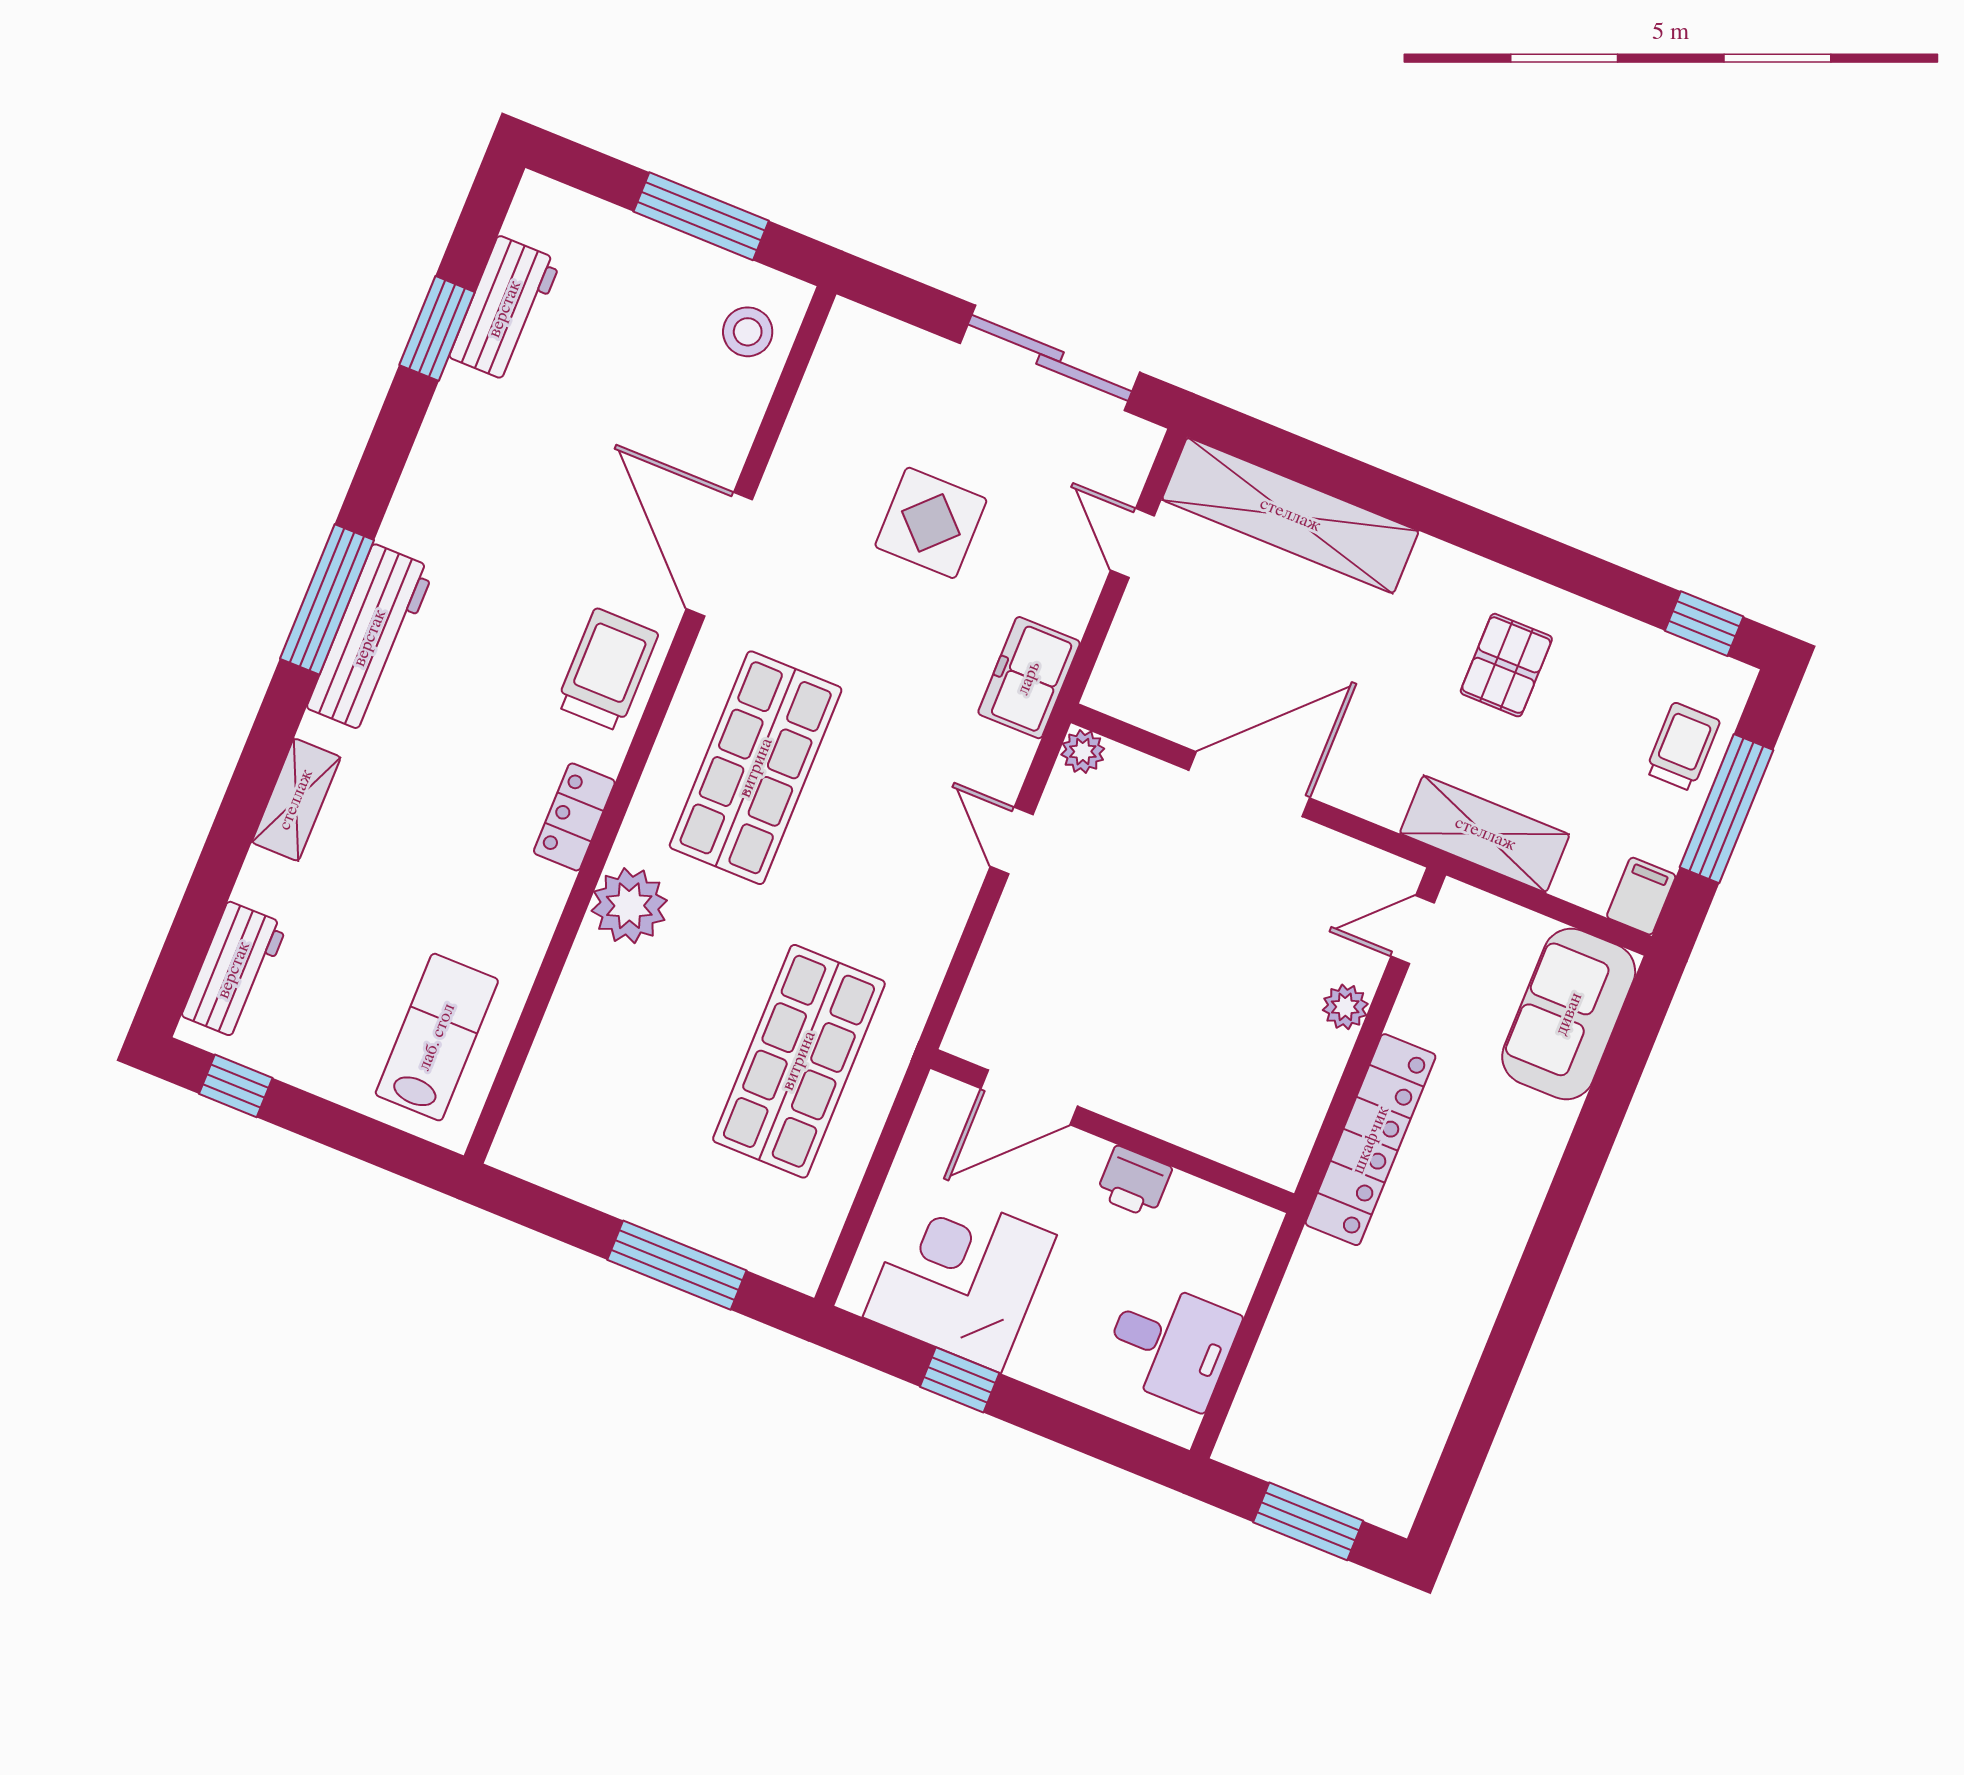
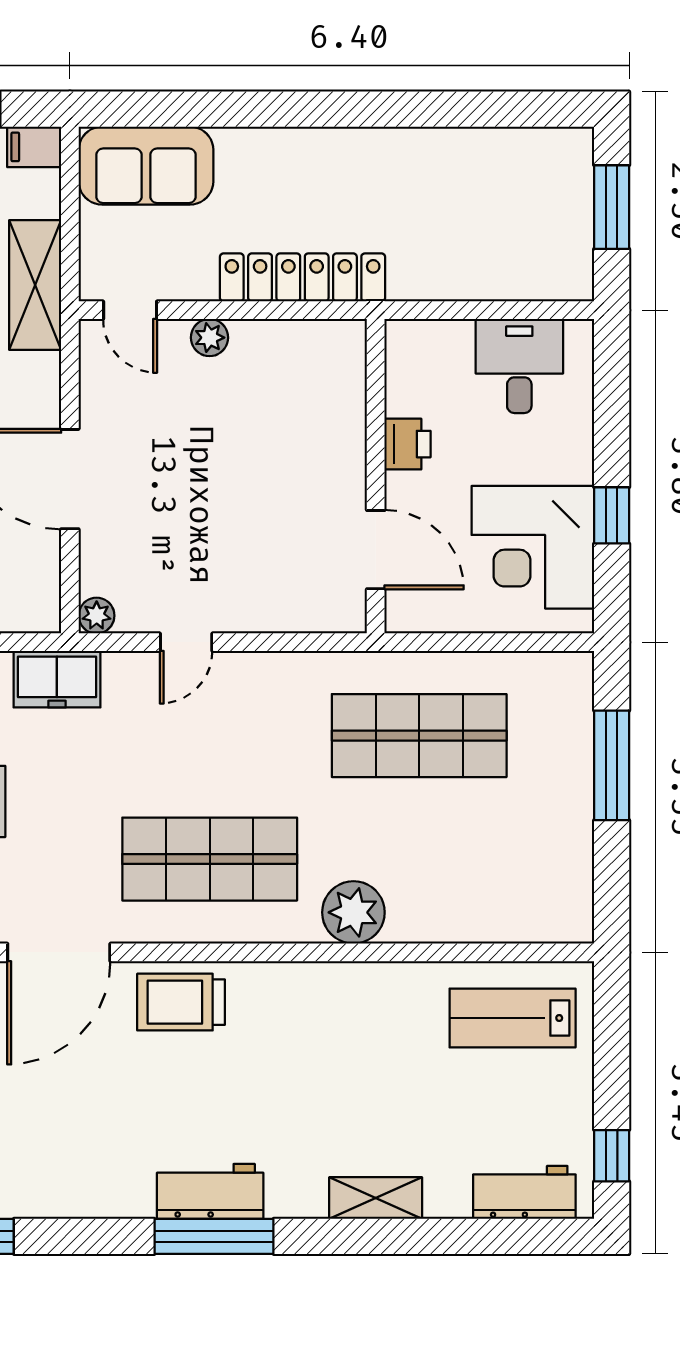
workbench: (370, 638) -> (210, 1191), width x0.73
locker: (574, 817) -> (303, 982), removed

